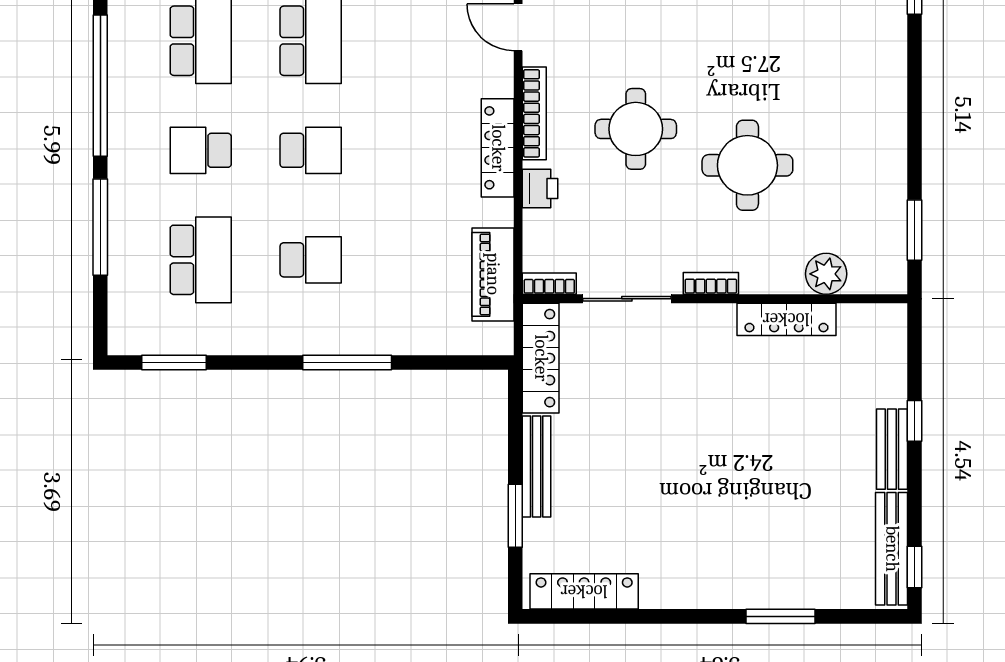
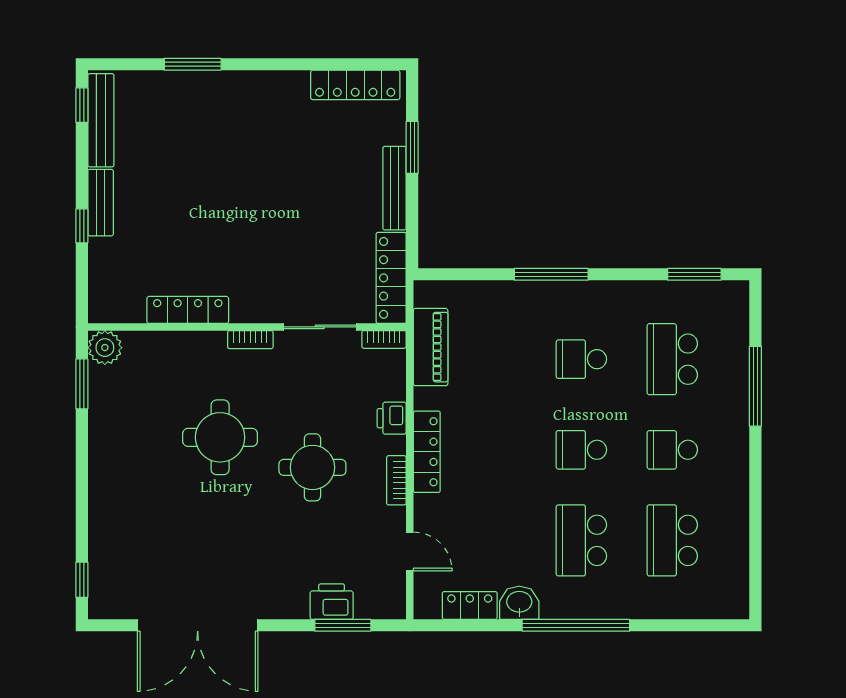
window: (100, 86) -> (755, 503), removed
bookcase: (534, 113) -> (396, 480), width x0.64
school desk: (201, 150) -> (672, 450), turned 180
plant: (826, 274) -> (105, 348), moved

